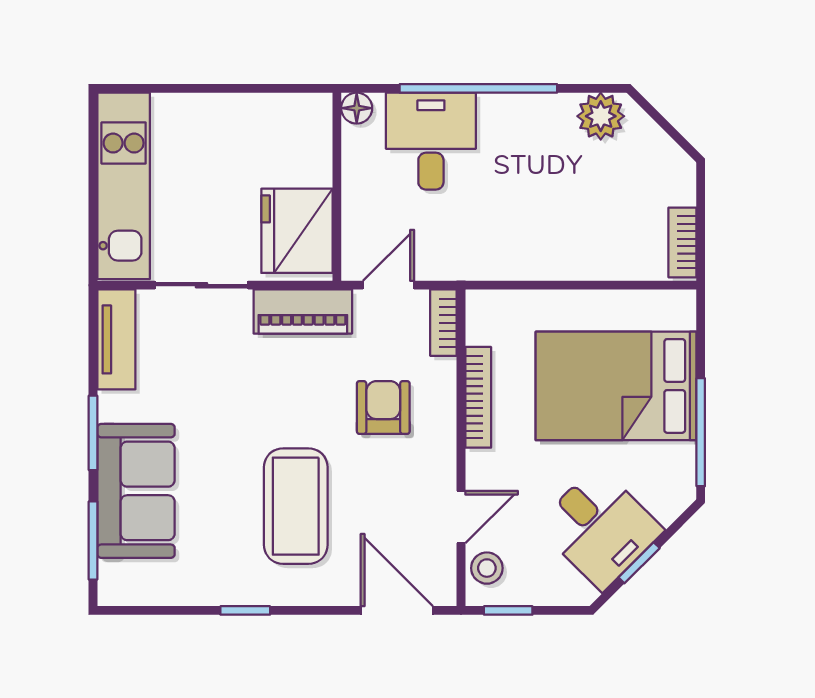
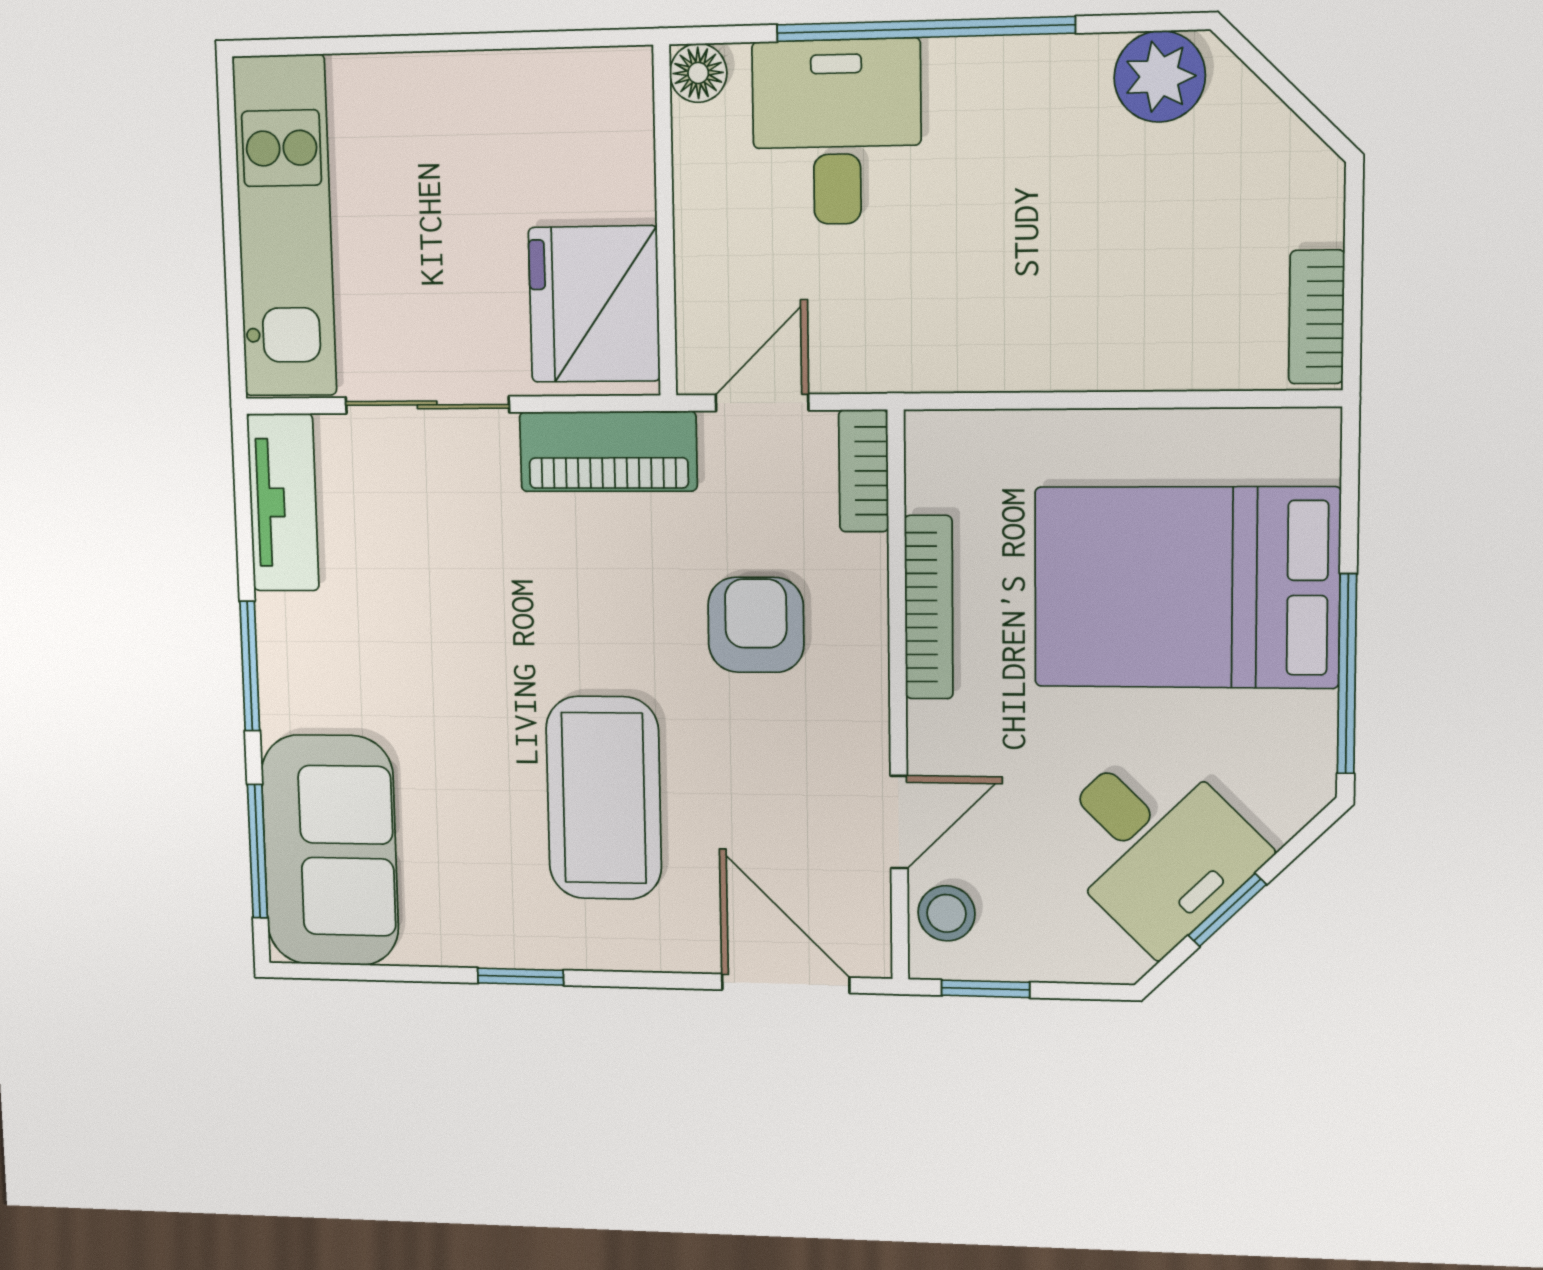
sofa: (136, 491) -> (330, 850), moved

